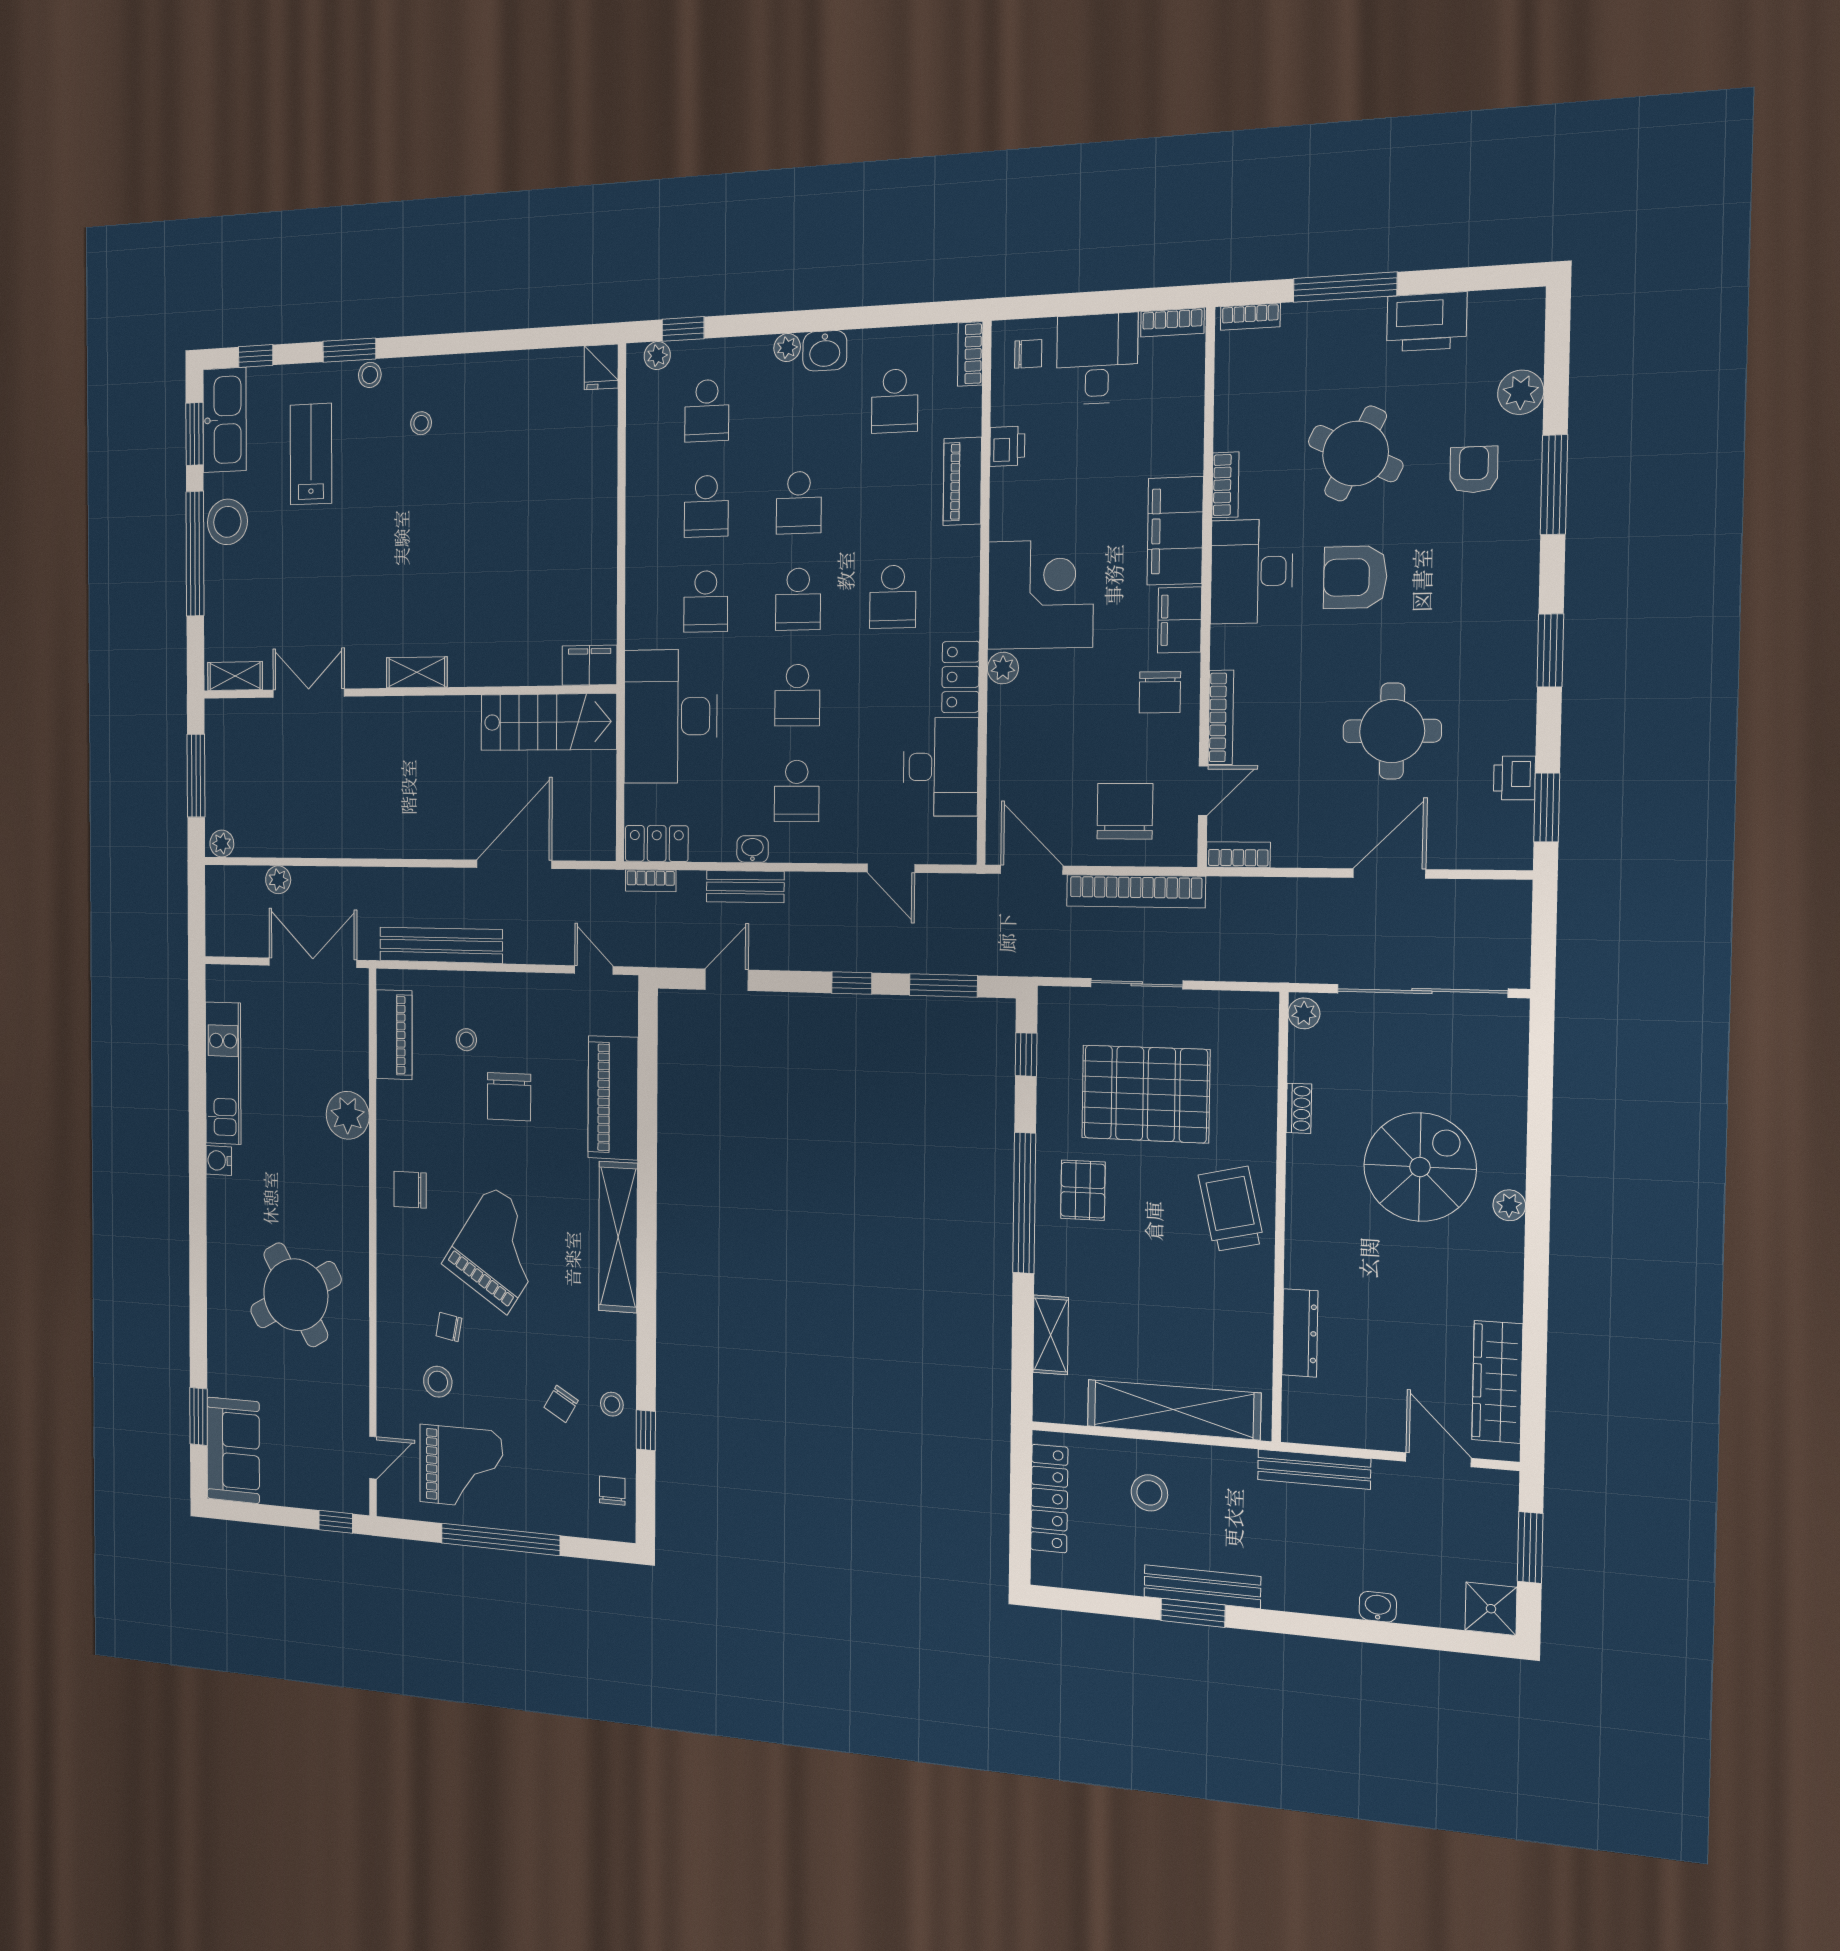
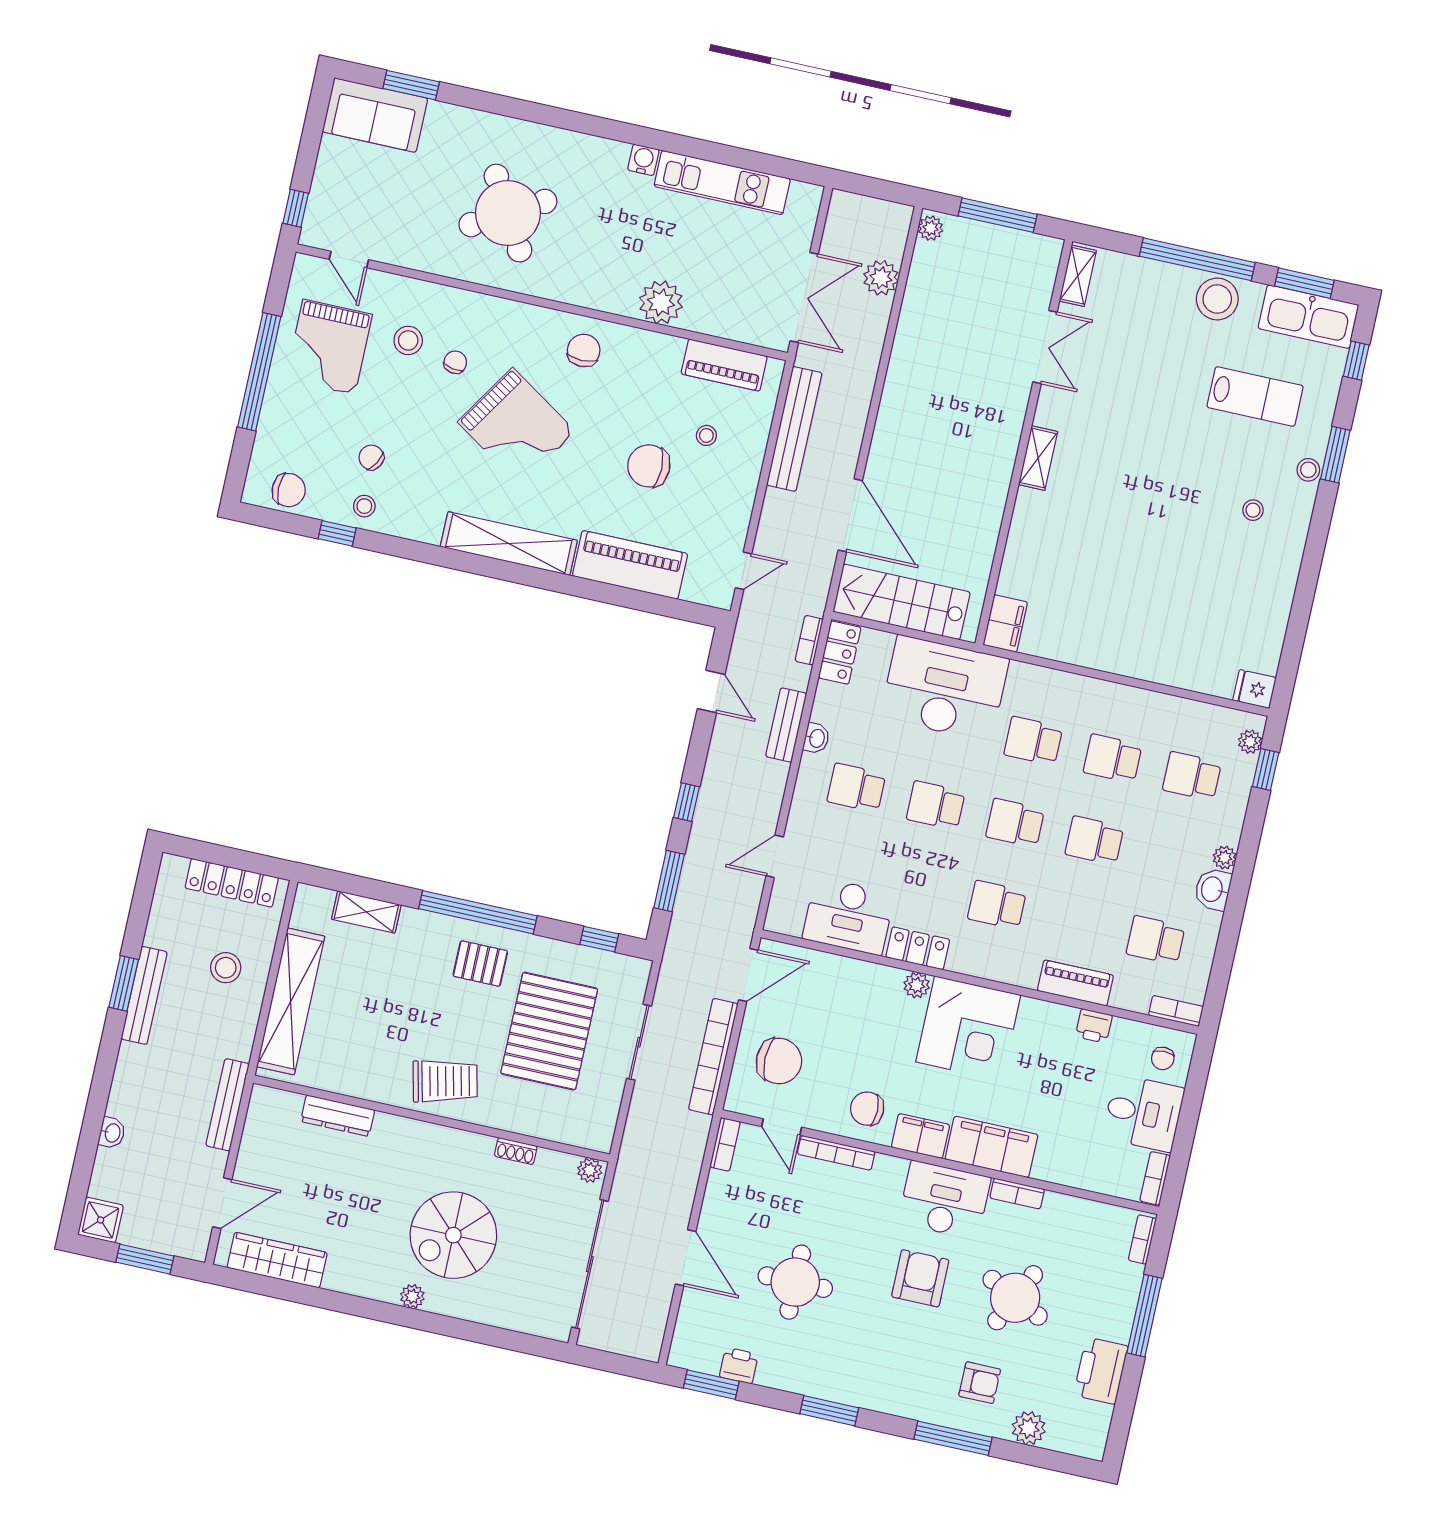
stairs: (548, 722) -> (902, 602), moved, turned 90
plant: (278, 880) -> (881, 278), width x1.38, depth x1.38
spiral stairs: (1420, 1167) -> (453, 1235), turned 90
chair: (612, 1491) -> (289, 490), width x1.37, depth x1.37

